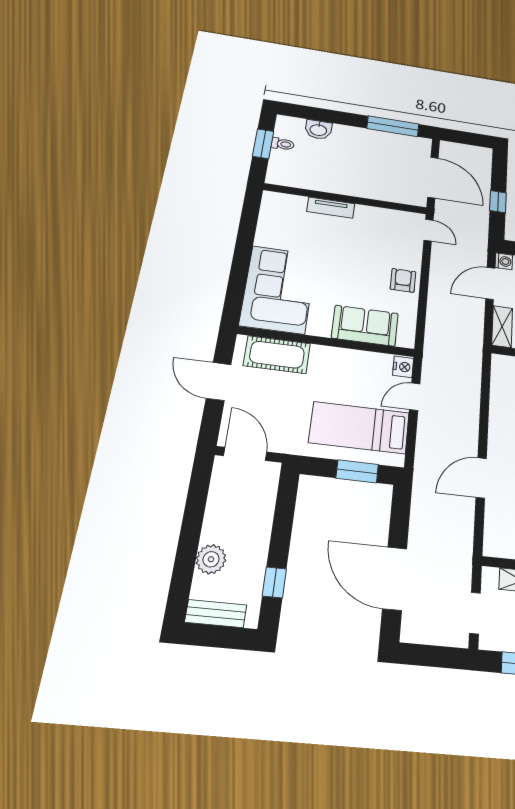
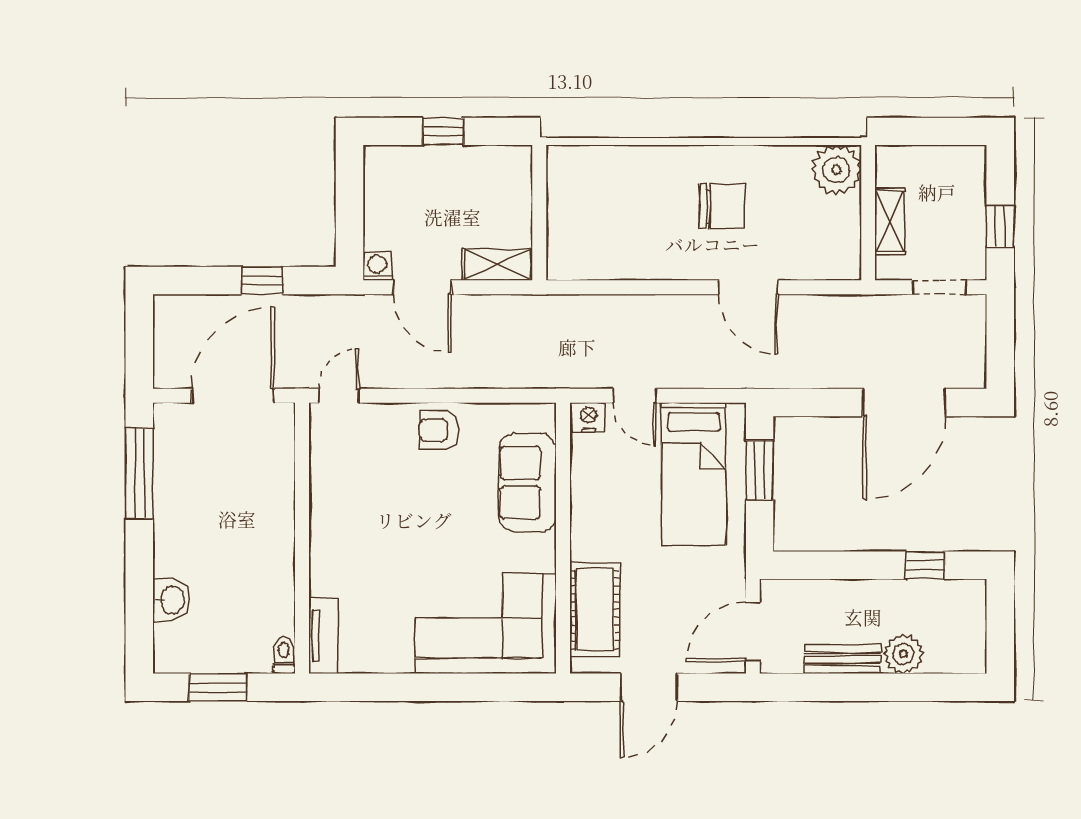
toilet: (283, 144) -> (284, 655), moved
tv unit: (331, 208) -> (323, 636), moved
bench: (216, 614) -> (843, 659), moved, turned 90

